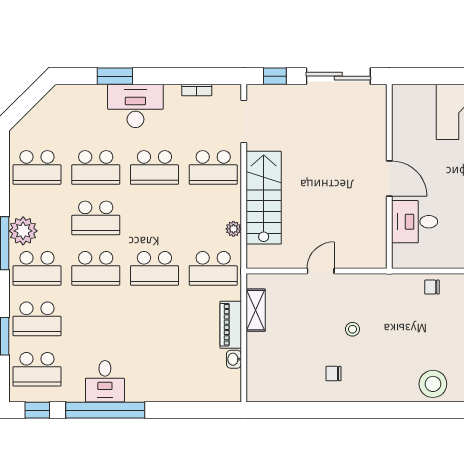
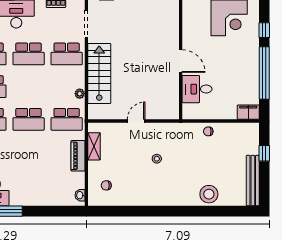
washbasin: (234, 359) -> (80, 195), moved
chair: (334, 374) -> (106, 185), moved

